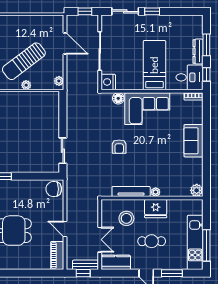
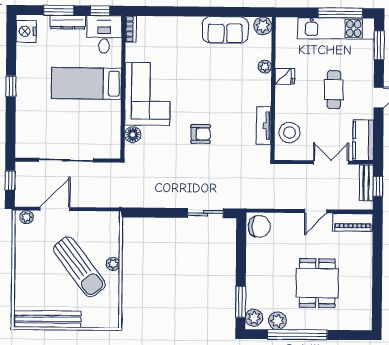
sliding door: (125, 11) -> (11, 124), removed
plant: (59, 81) -> (27, 217), moved
nightstand: (108, 82) -> (26, 31), moved, turned 90
sofa: (193, 141) -> (225, 30), moved
chair: (54, 189) -> (259, 226), turned -90
tv unit: (131, 191) -> (264, 126), width x0.71
plant: (156, 192) -> (265, 67), moved
fridge: (156, 209) -> (285, 76), width x0.53, depth x0.75
stool: (126, 218) -> (289, 132), moved
window: (172, 273) -> (379, 45), moved

